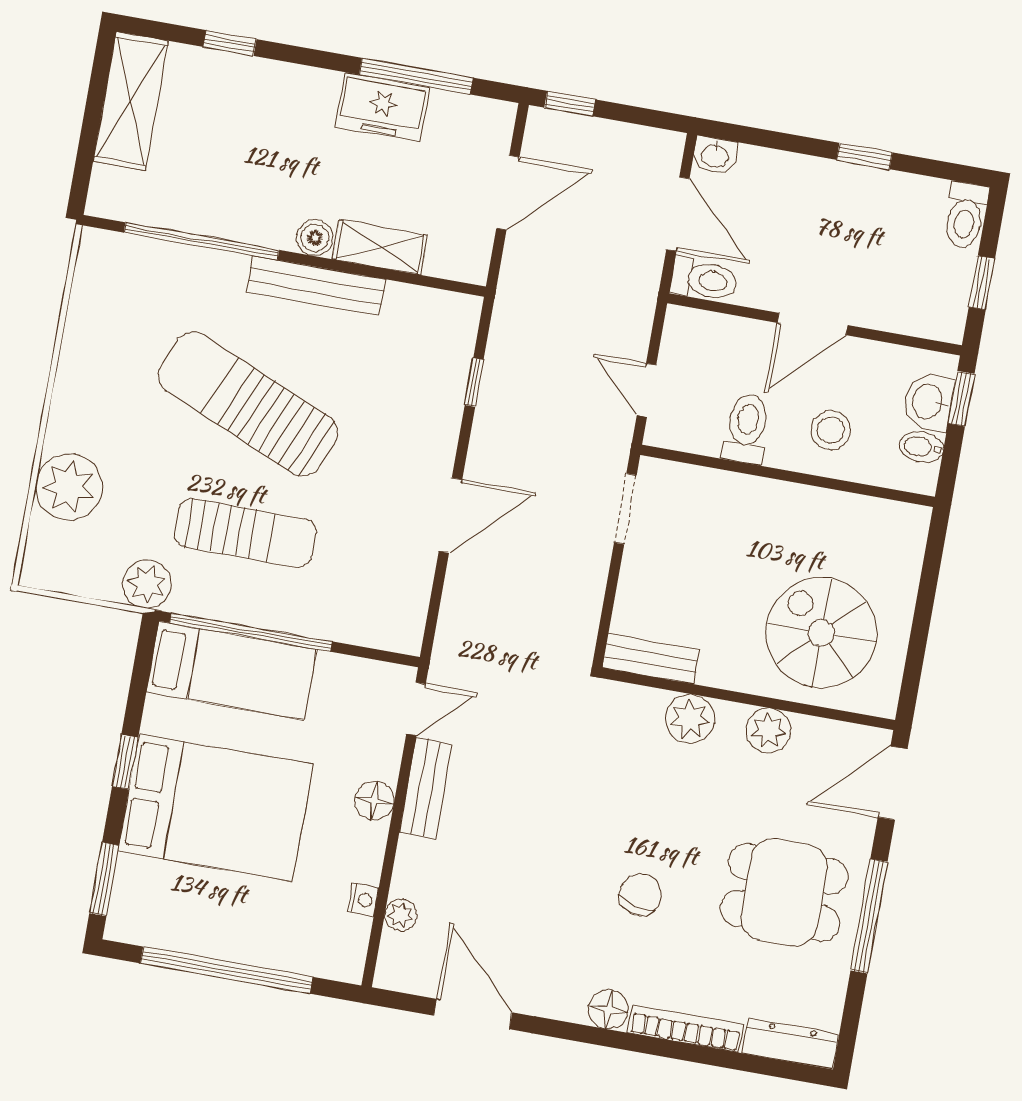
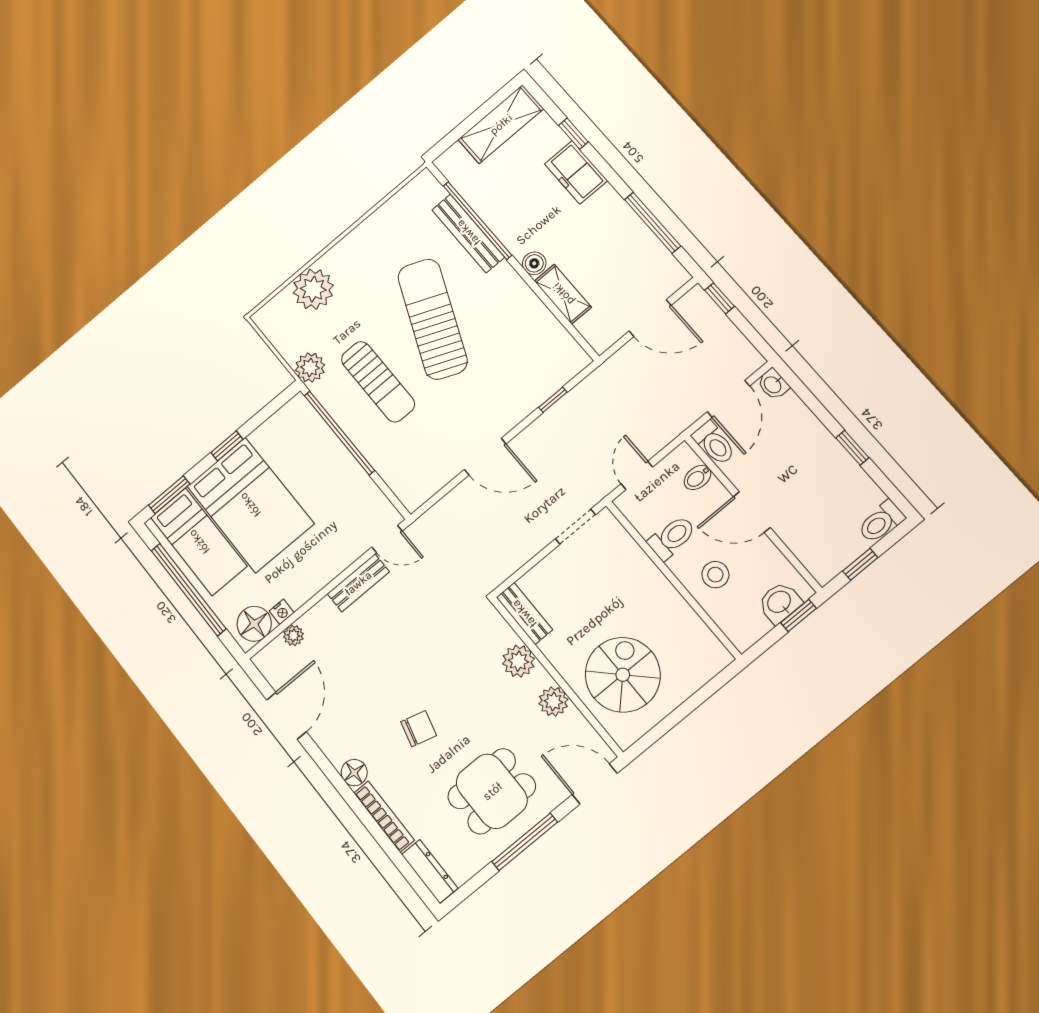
freezer: (383, 107) -> (576, 172), moved
bench: (316, 286) -> (468, 233), moved
bidet: (921, 447) -> (697, 477), moved, turned -90
bed: (231, 671) -> (199, 542), moved
floor lamp: (374, 801) -> (254, 624), moved, width x1.38, depth x1.38
dining table: (784, 892) -> (492, 791), turned 90

